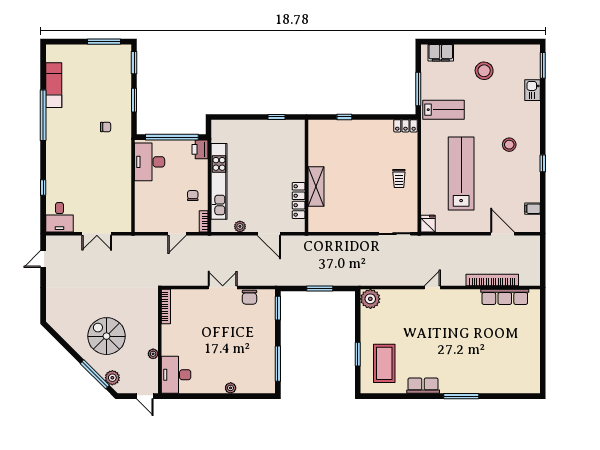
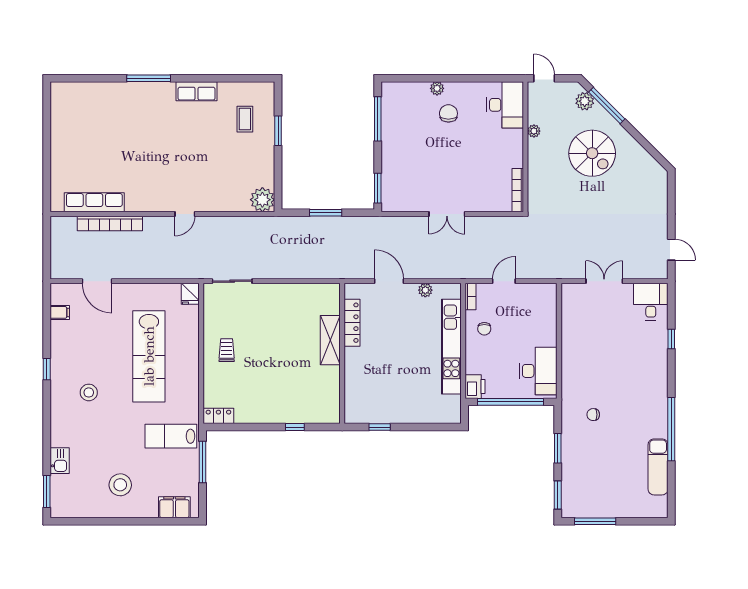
door: (43, 259) -> (671, 250), hinge flipped
chair: (249, 297) -> (448, 113), moved
coffee table: (384, 363) -> (245, 119), width x0.54, depth x0.58

